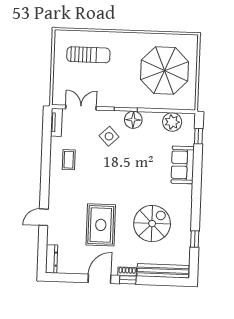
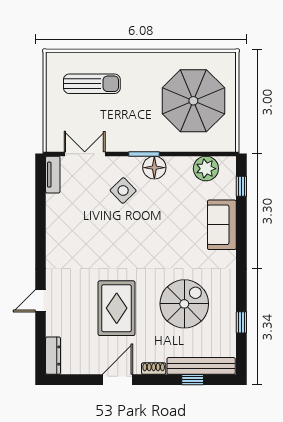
coffee table: (69, 160) -> (71, 223), removed
window: (128, 280) -> (193, 380), moved

